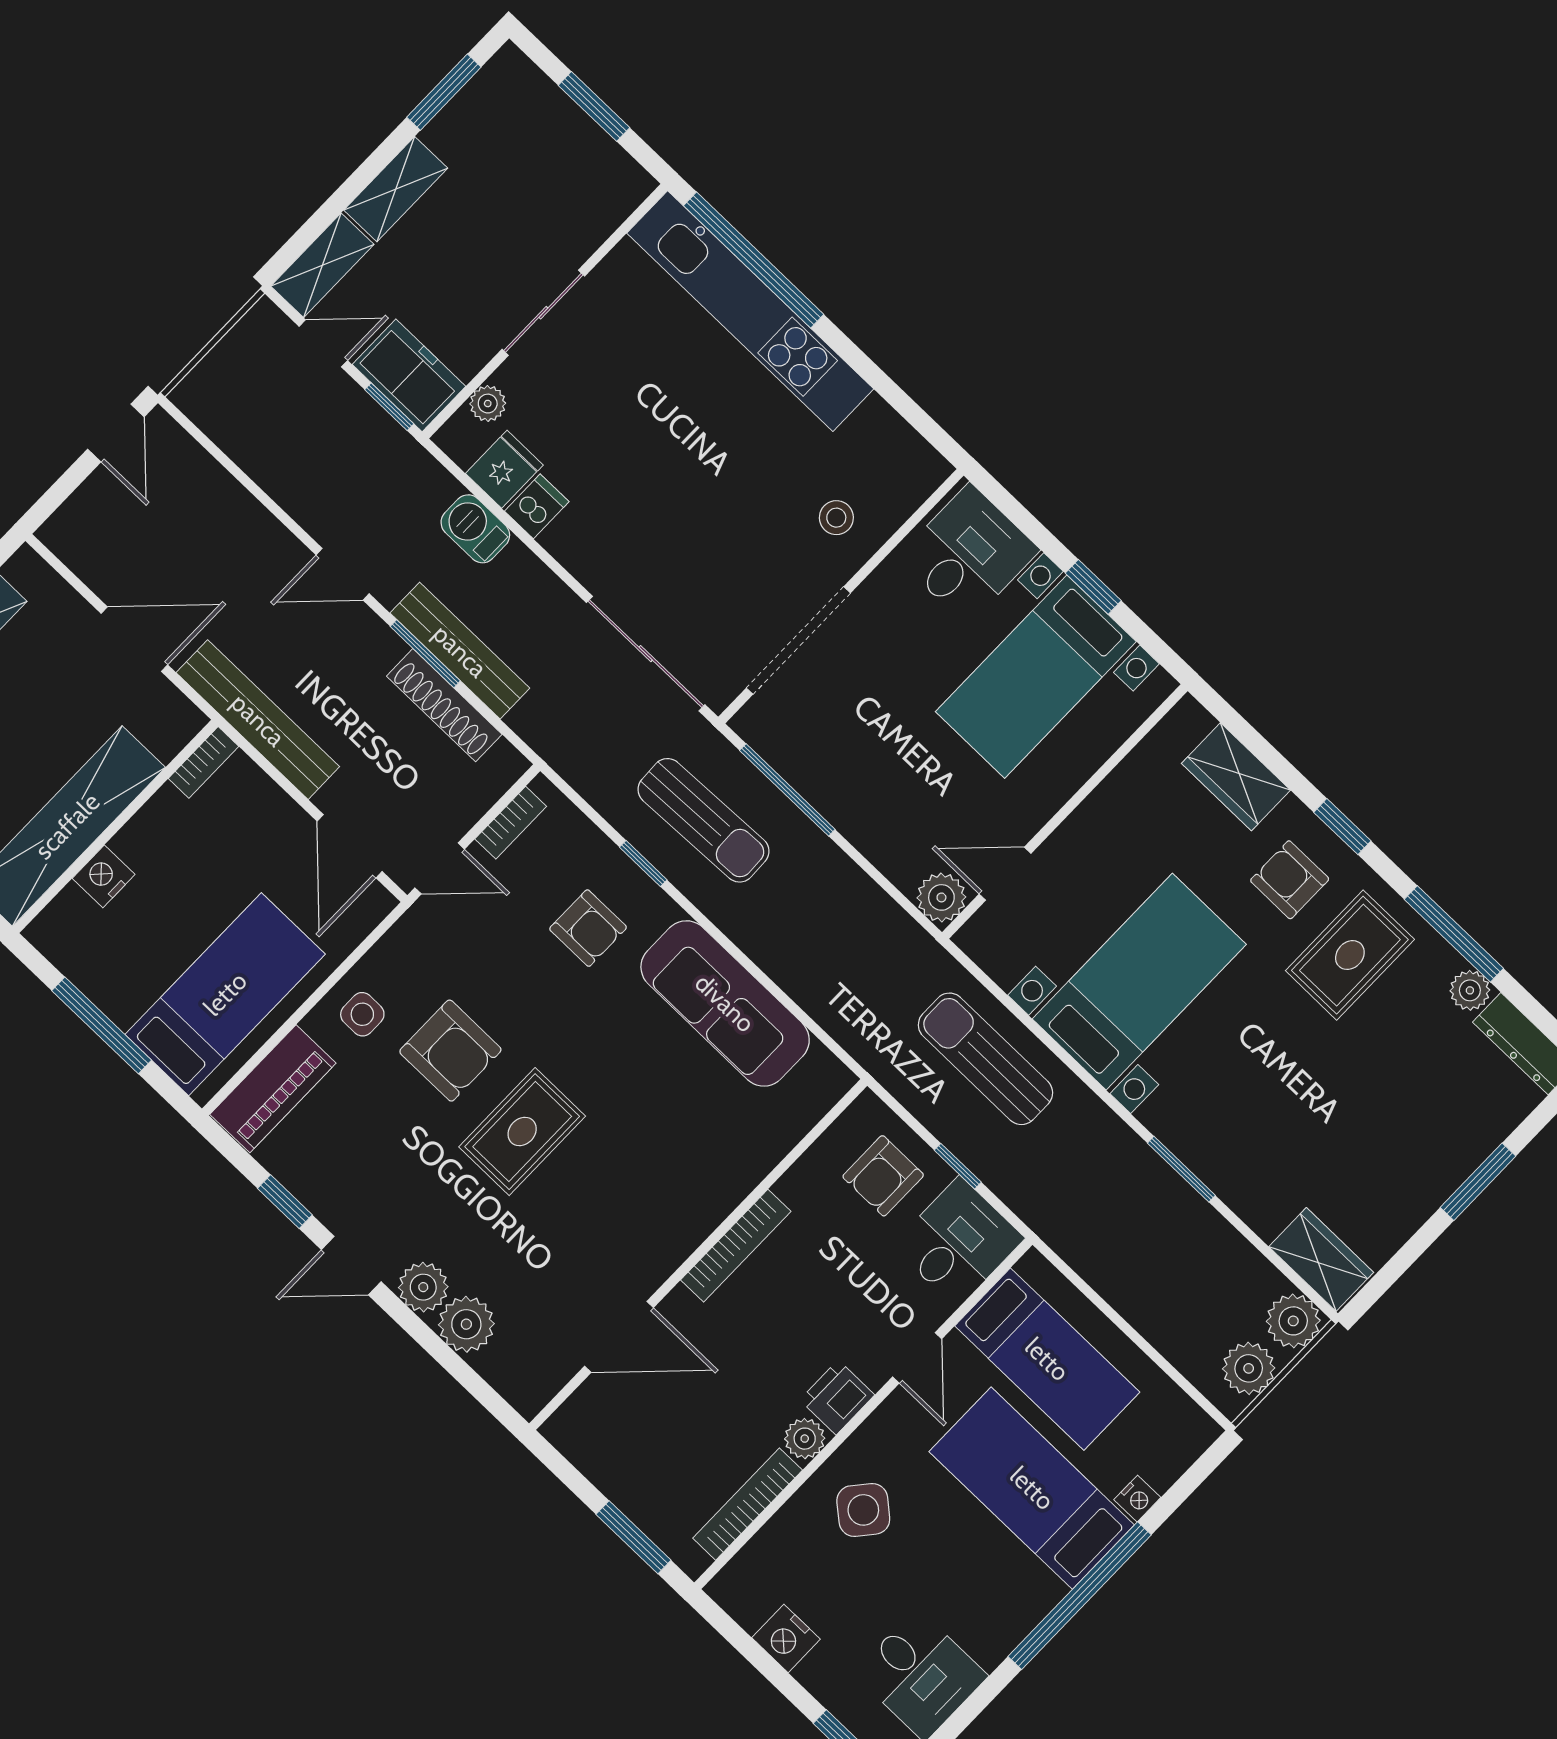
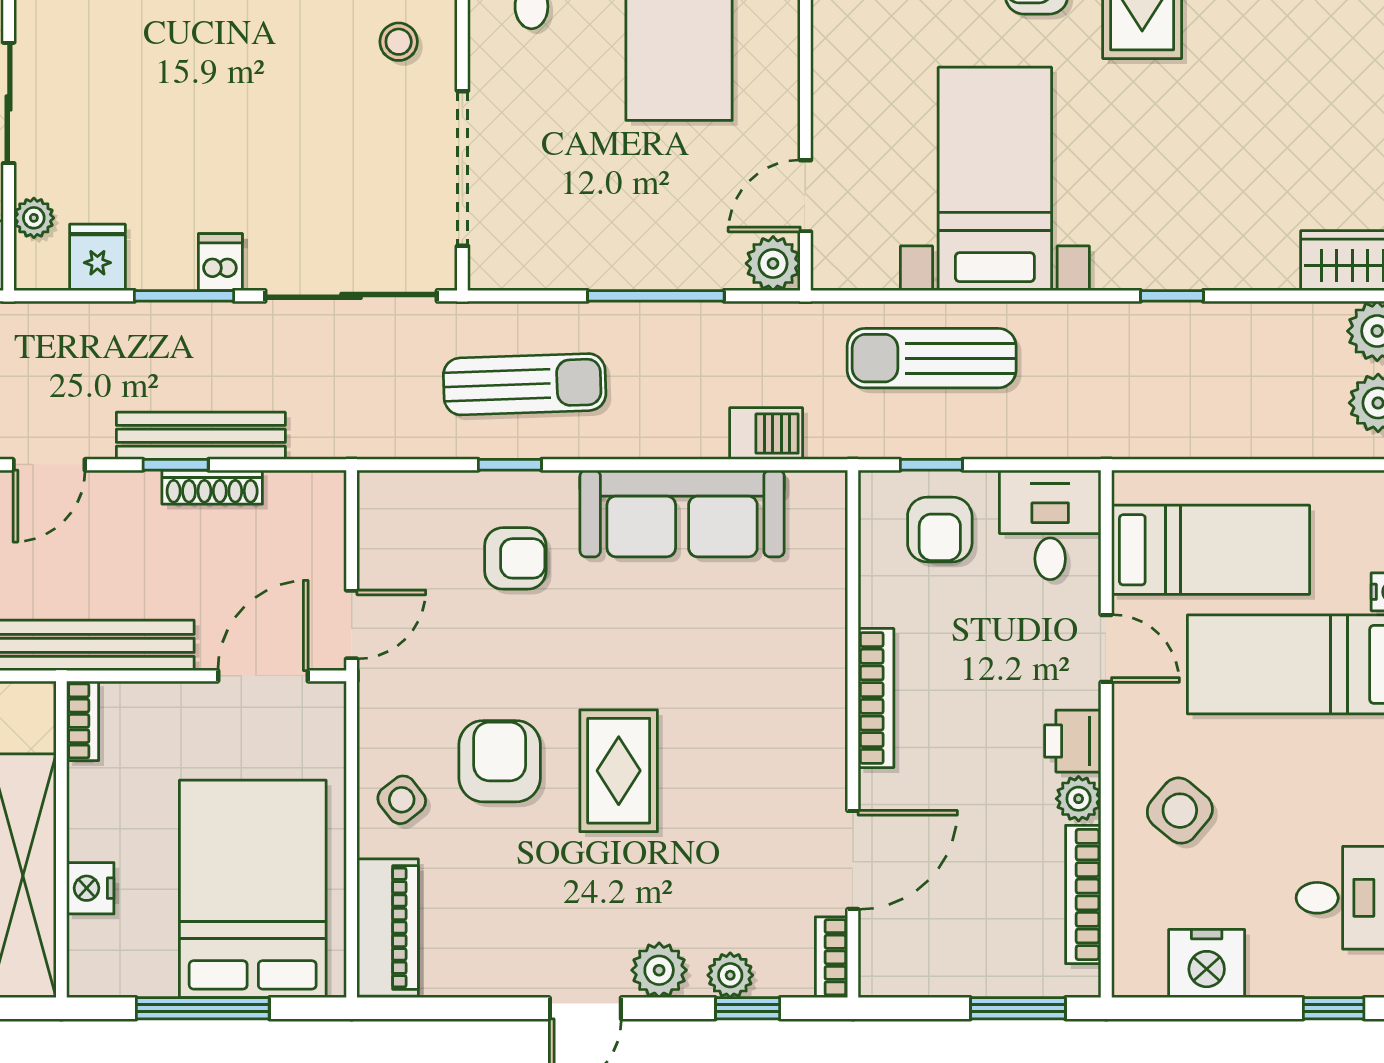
dishwasher: (537, 506) -> (220, 262), moved
barbecue: (475, 529) -> (766, 434), moved, turned 180
window: (537, 549) -> (184, 296), added
window: (425, 654) -> (176, 465), width x0.67
shoe rack: (444, 705) -> (212, 487), width x0.74, depth x0.81
window: (787, 790) -> (656, 296), moved
bookcase: (511, 823) -> (831, 957), moved, turned 180
door: (350, 846) -> (263, 676), swing flipped
bed: (225, 994) -> (253, 889), width x1.50
side table: (362, 1014) -> (402, 800), turned -38
armchair: (450, 1051) -> (500, 761), turned -90
window: (958, 1166) -> (931, 465), moved
window: (1181, 1169) -> (1172, 296), width x0.67
window: (285, 1202) -> (748, 1008), moved
plant: (466, 1324) -> (730, 975), width x0.73, depth x0.73
nightstand: (786, 1638) -> (1207, 964), width x1.36, depth x1.33

